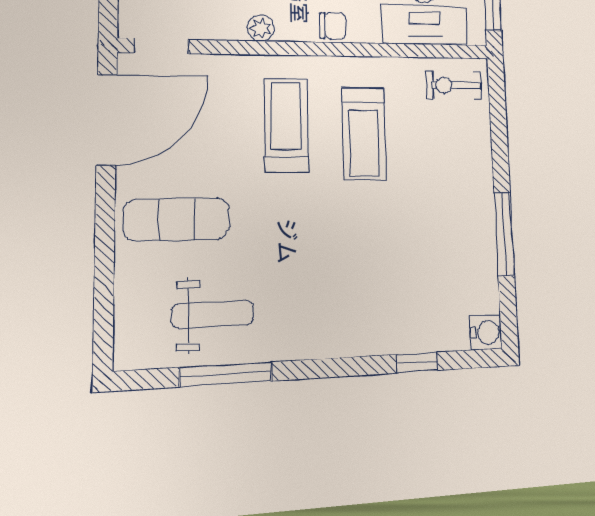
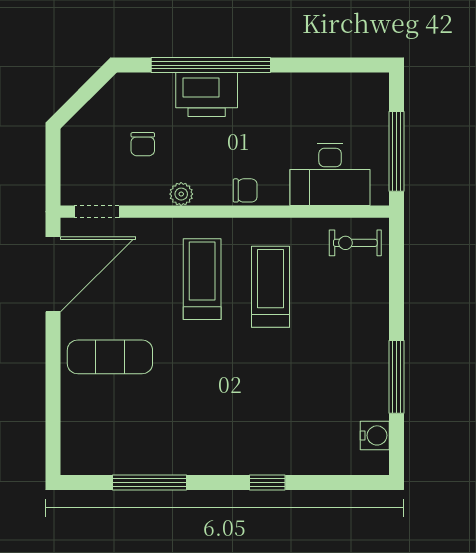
treadmill: (364, 134) -> (271, 287), turned 180
weight bench: (213, 314) -> (139, 435), removed
water cooler: (486, 332) -> (375, 435), moved
window: (417, 363) -> (267, 483), moved

